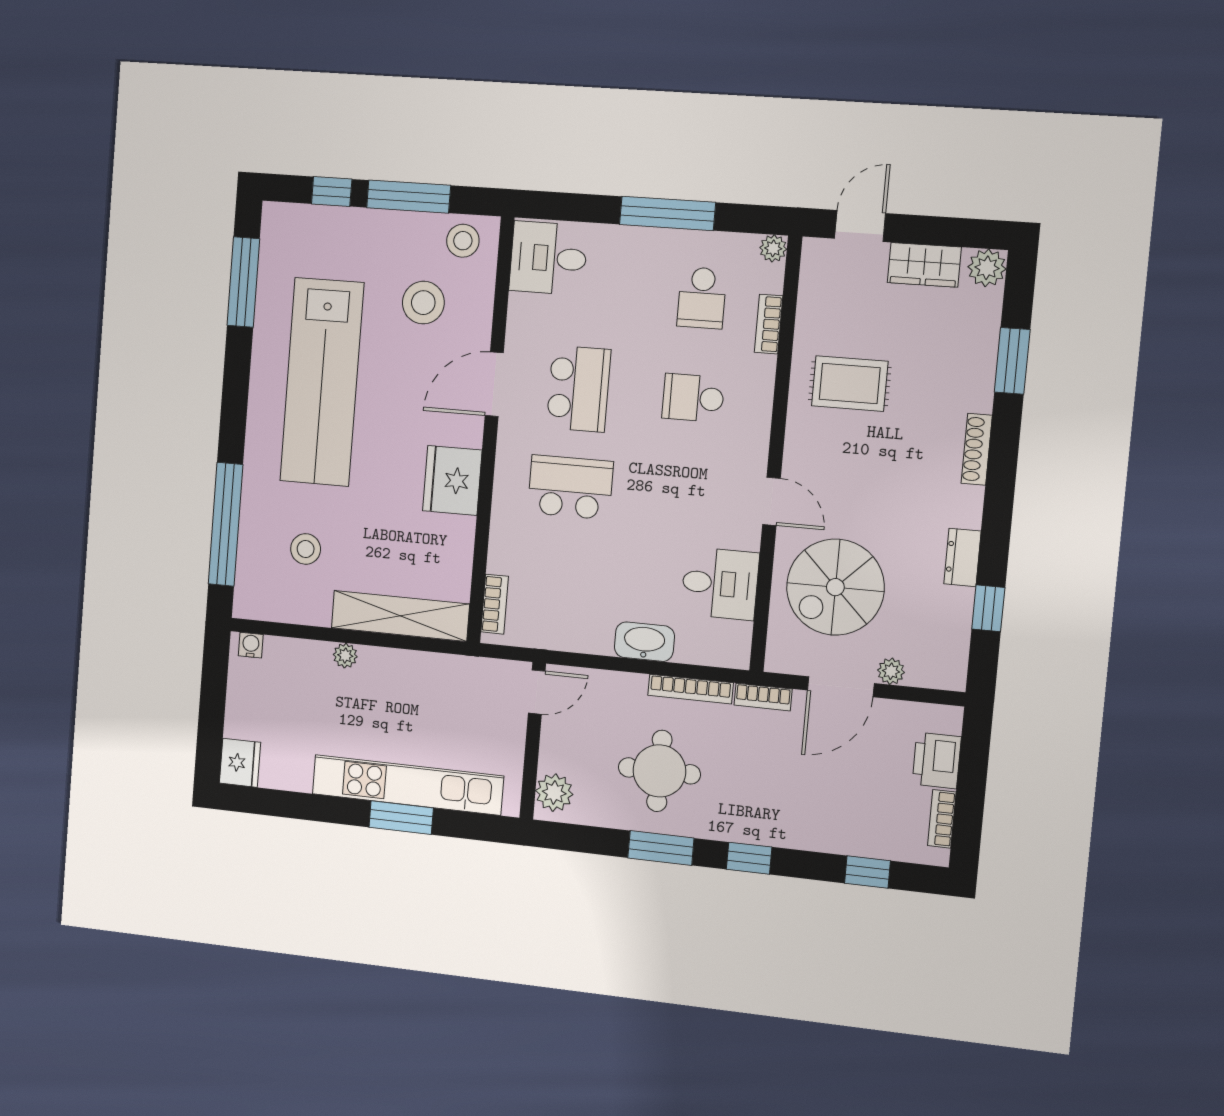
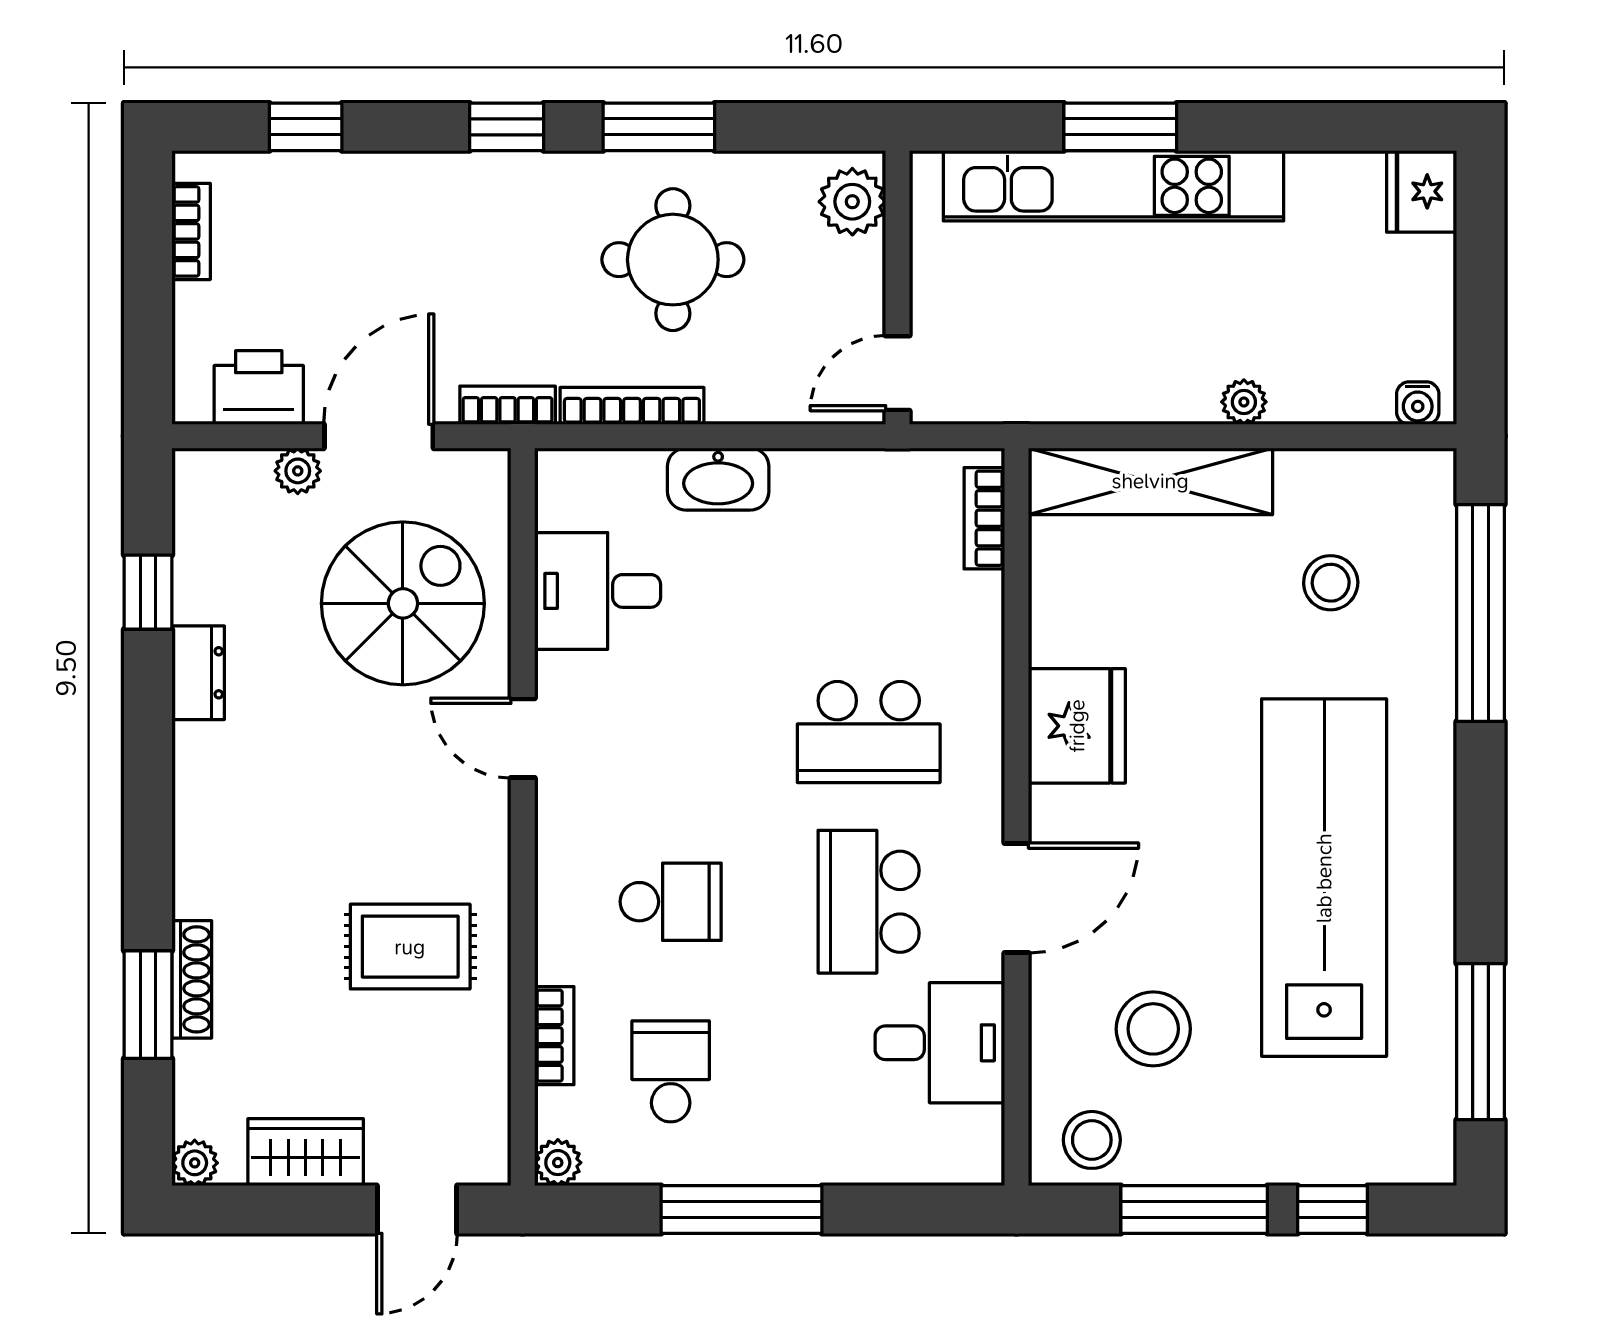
desk: (548, 258) -> (940, 1043), moved
plant: (987, 268) -> (195, 1163), width x0.73, depth x0.73
shoe rack: (977, 449) -> (192, 979), moved
printer: (937, 760) -> (259, 387), moved, turned -90

